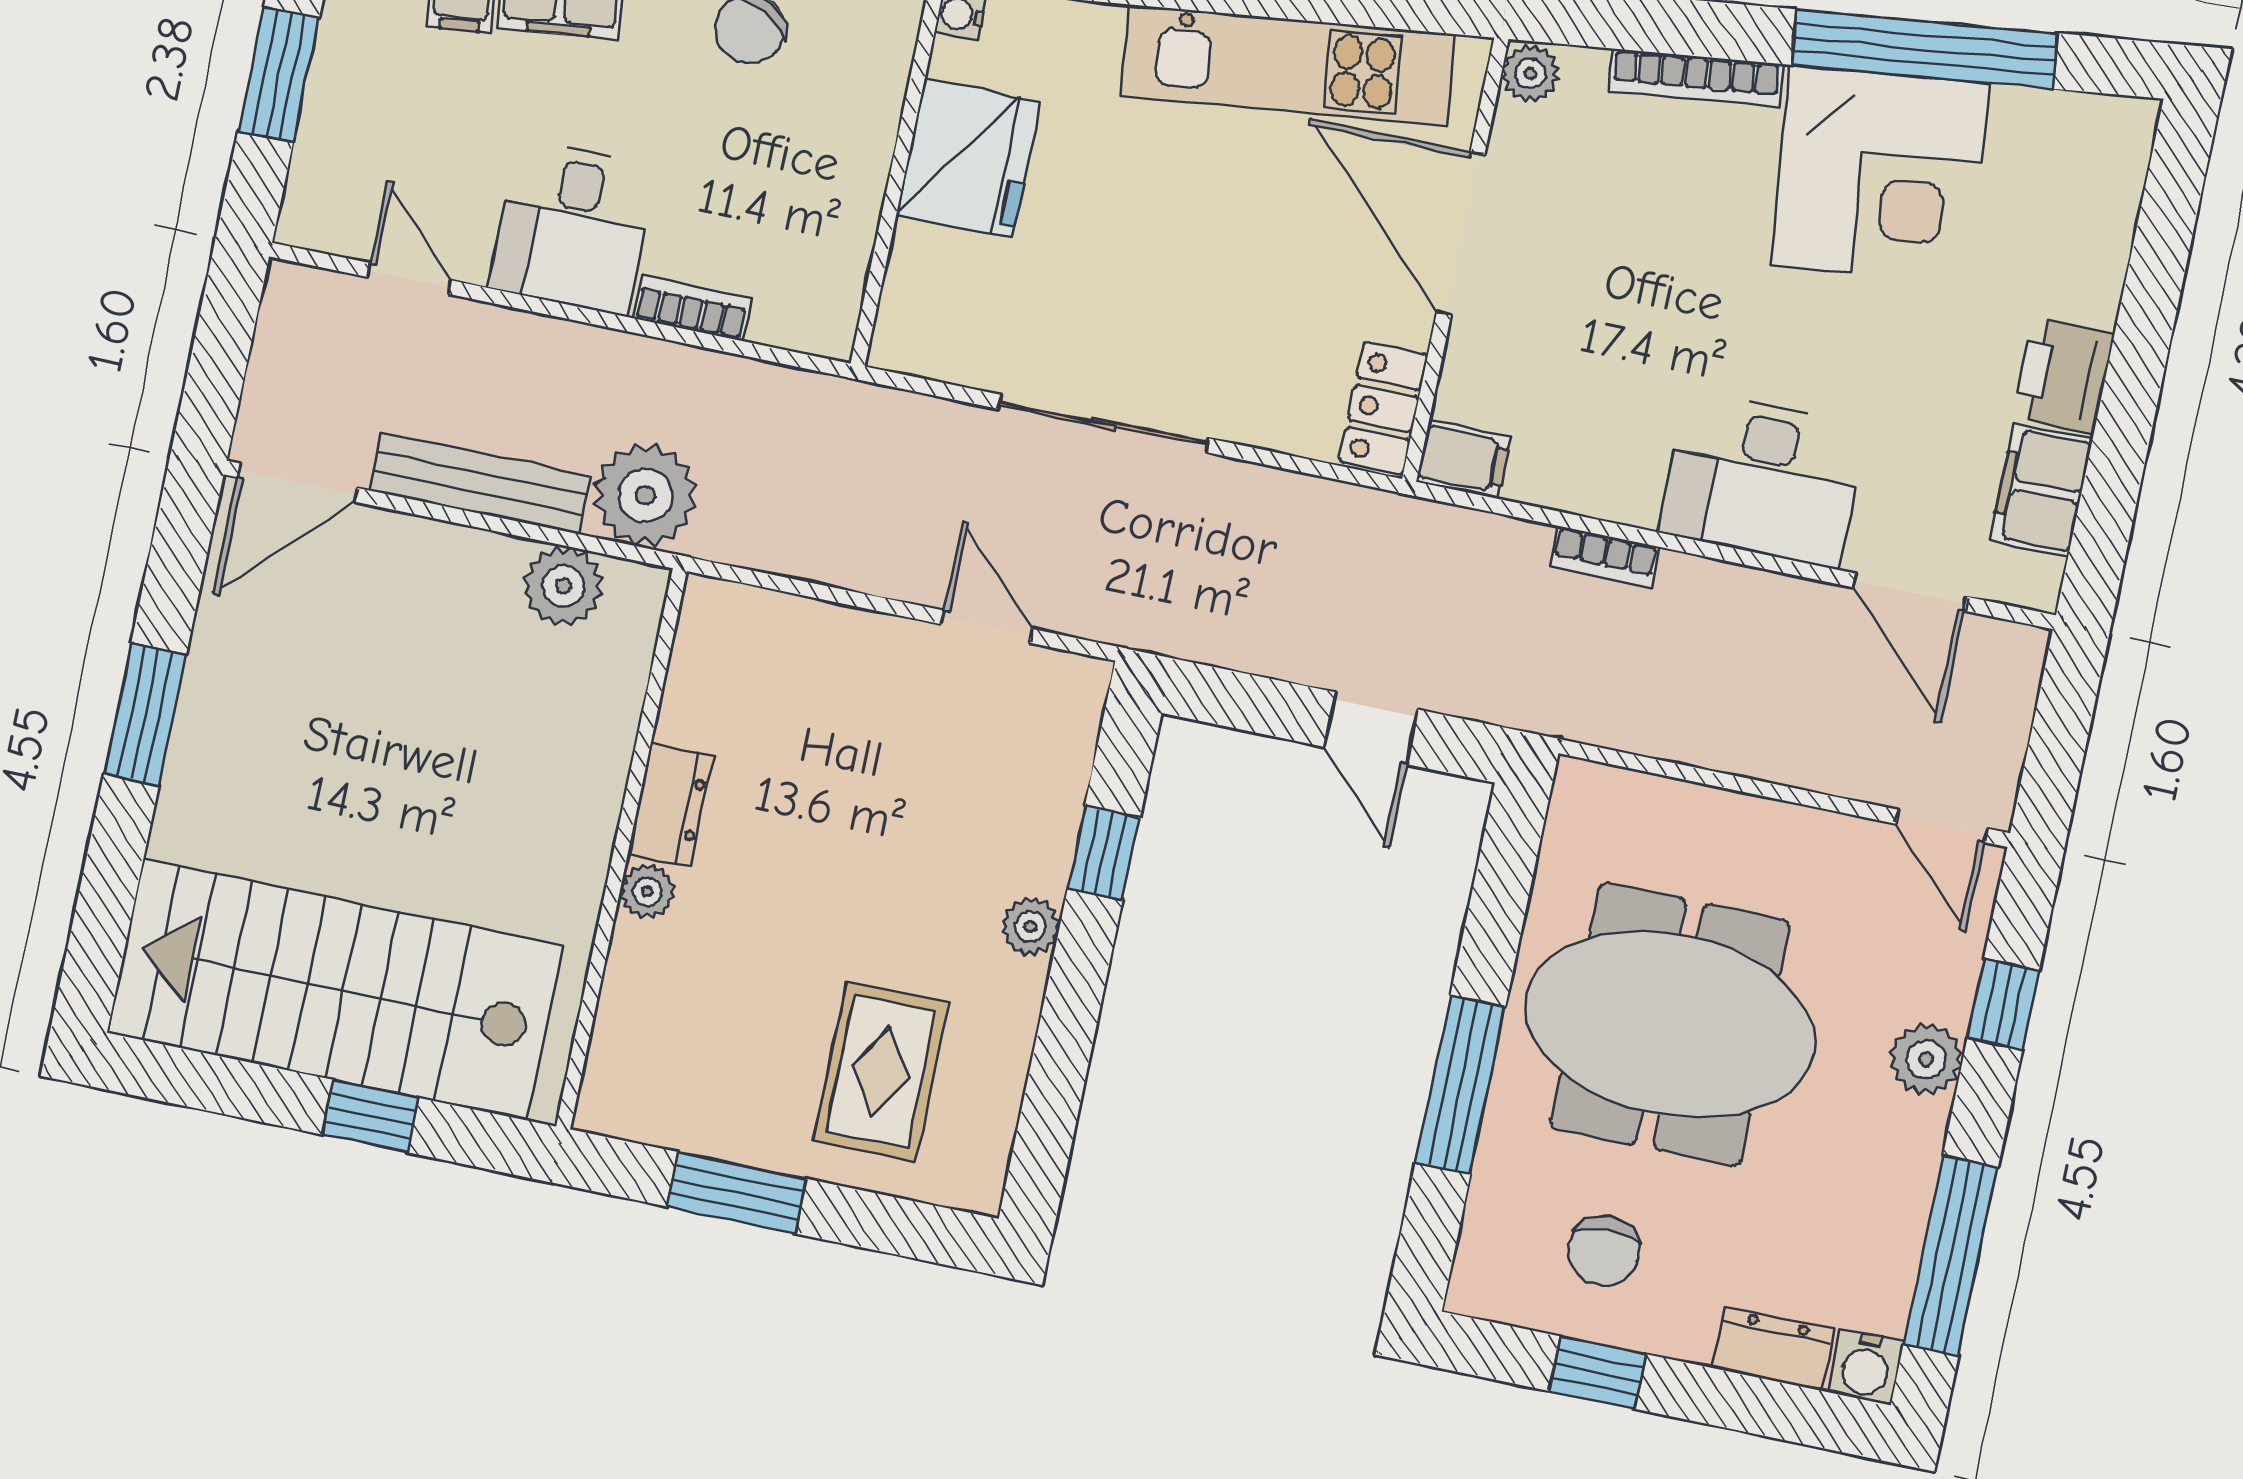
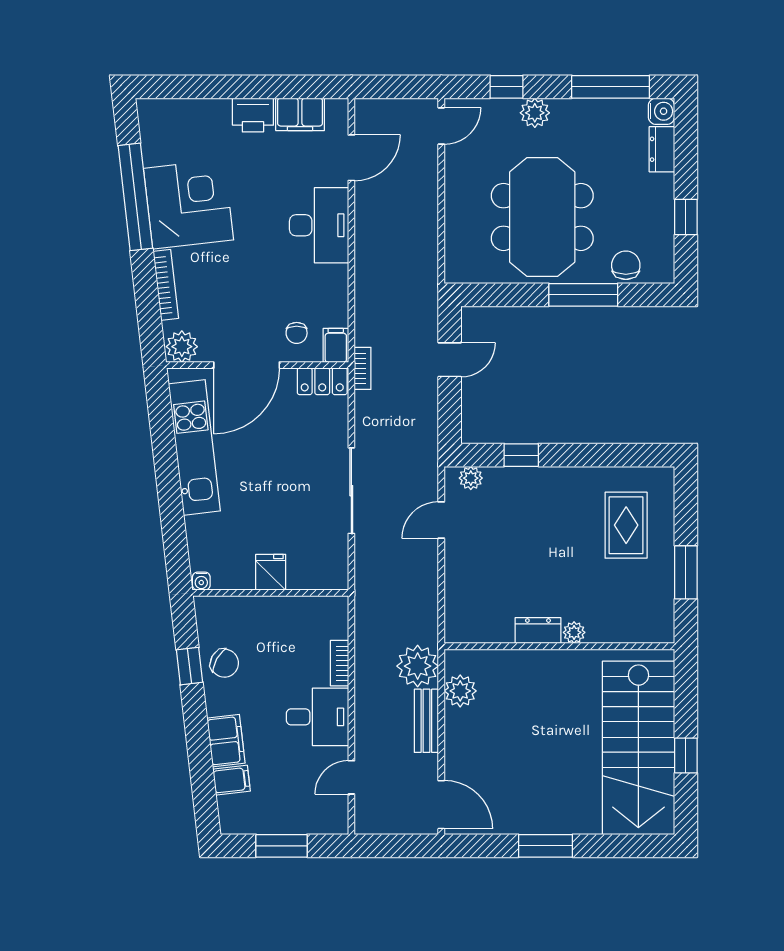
plant: (1530, 73) -> (182, 347), width x1.38, depth x1.38
fridge: (968, 158) -> (271, 572), width x0.53, depth x0.75
chair: (1513, 371) -> (297, 333), added
bench: (480, 483) -> (426, 721), width x0.73
bookcase: (1605, 557) -> (363, 368), moved
plant: (1030, 927) -> (471, 478), moved
rug: (881, 1072) -> (626, 525), turned 90
window: (371, 1116) -> (686, 755), moved
chair: (1604, 1251) -> (626, 265), moved, turned -89

